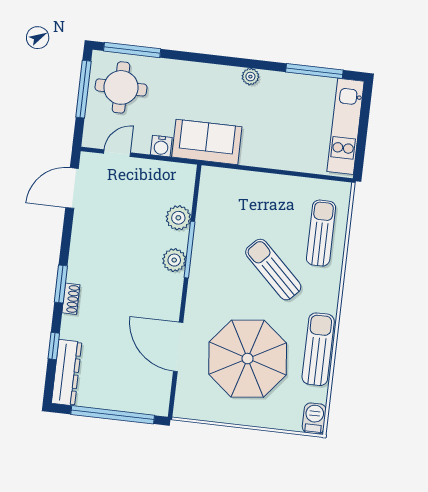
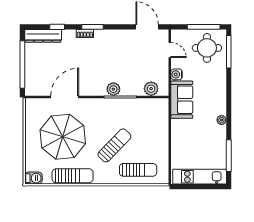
plant: (178, 218) -> (151, 89), moved

